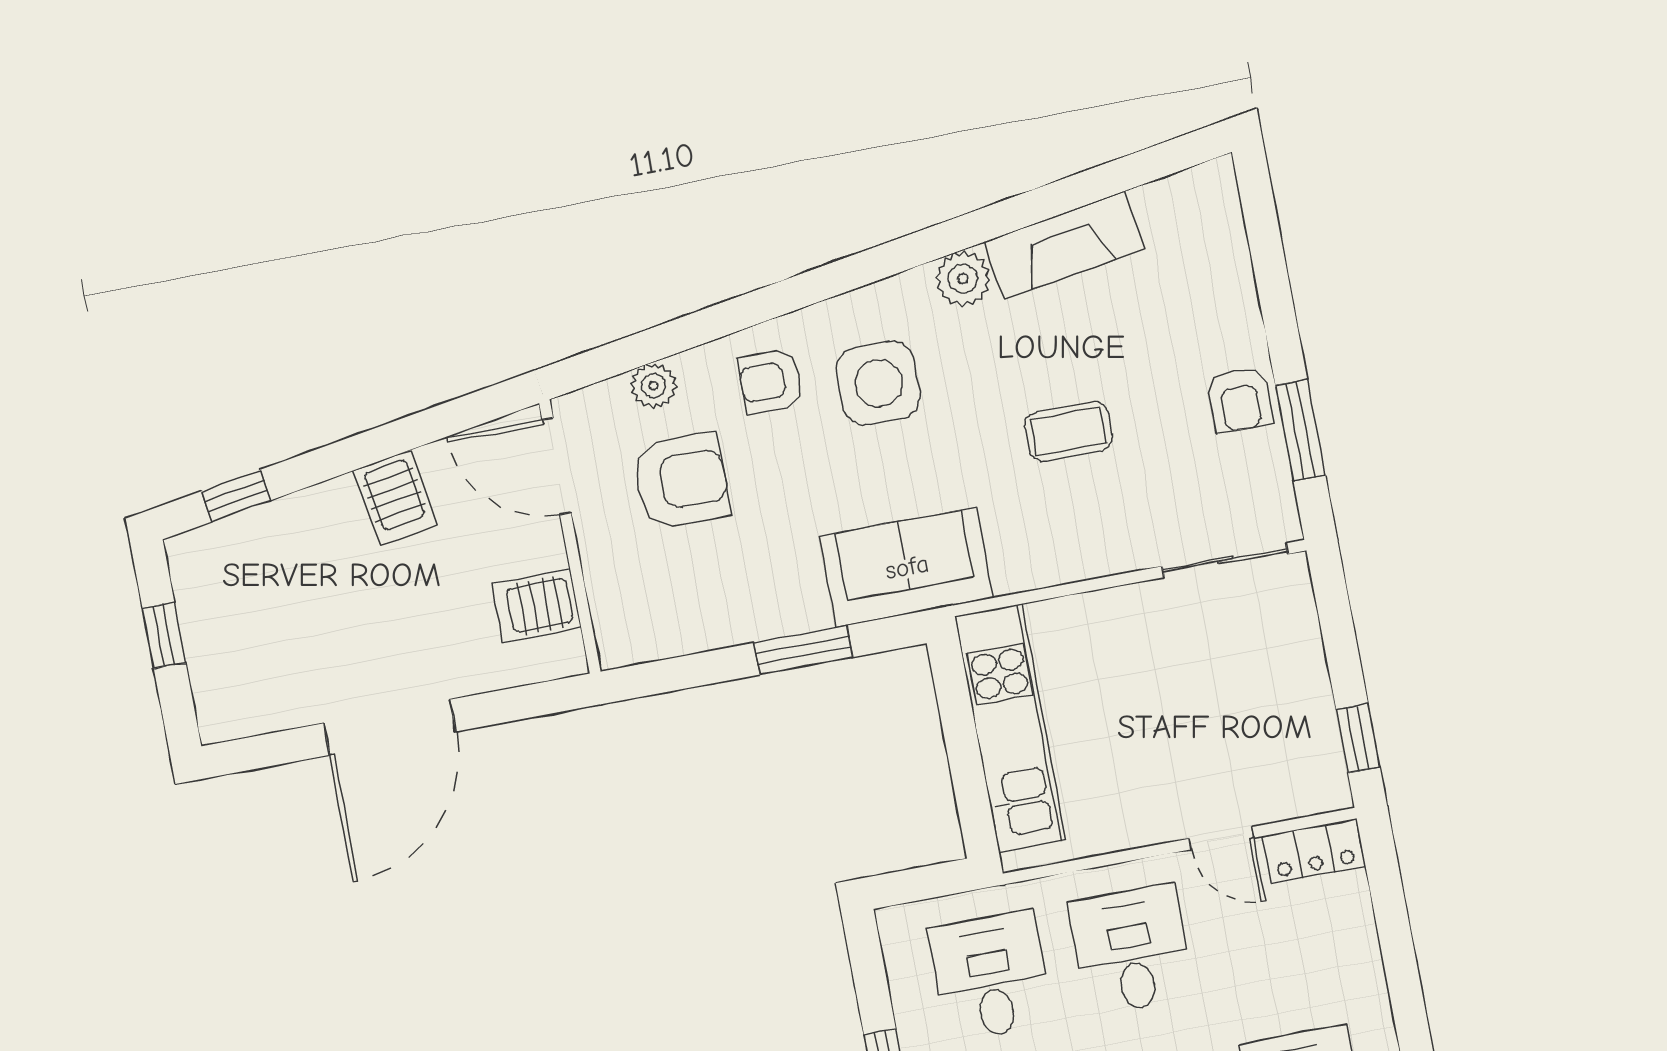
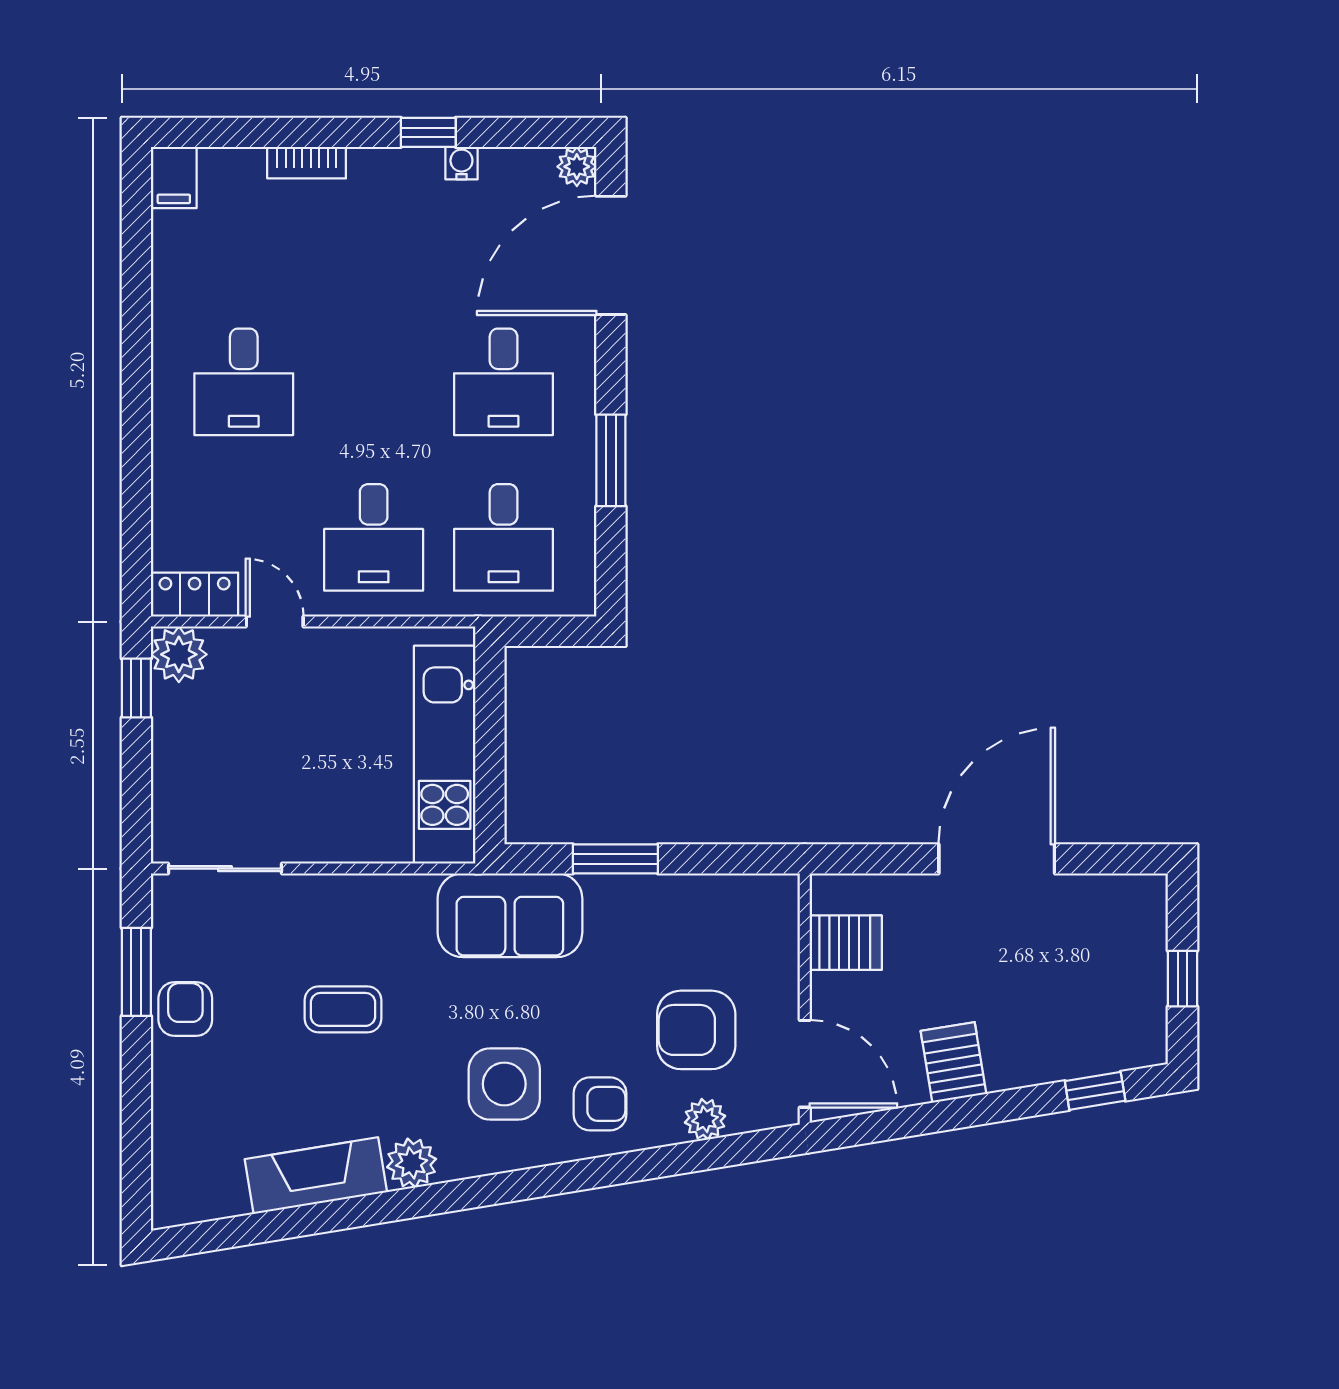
plant: (1319, 783) -> (179, 654), added

